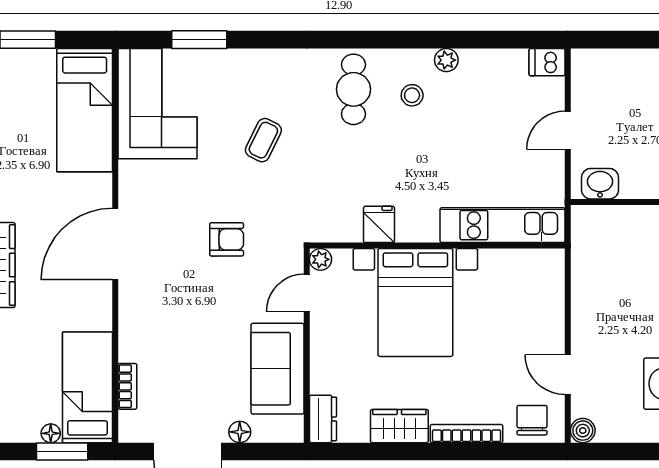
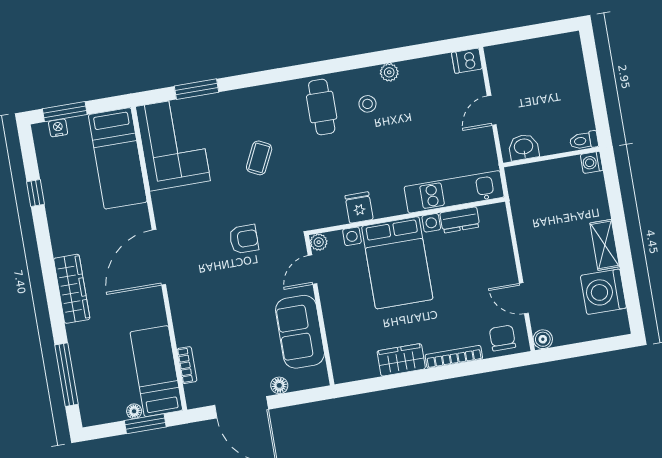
nightstand: (16, 59) -> (58, 128), added
dresser: (323, 419) -> (460, 220), moved, turned 90

